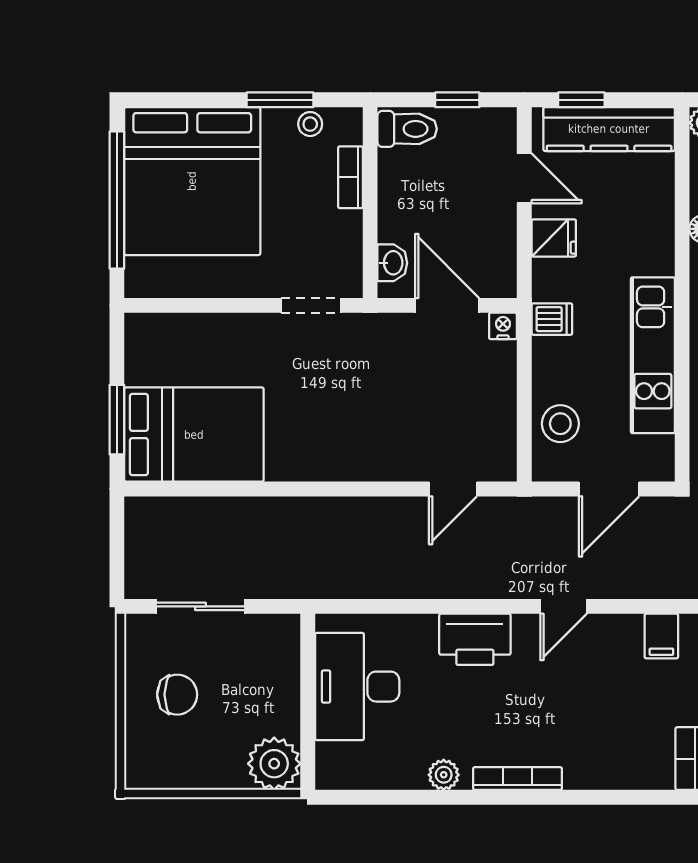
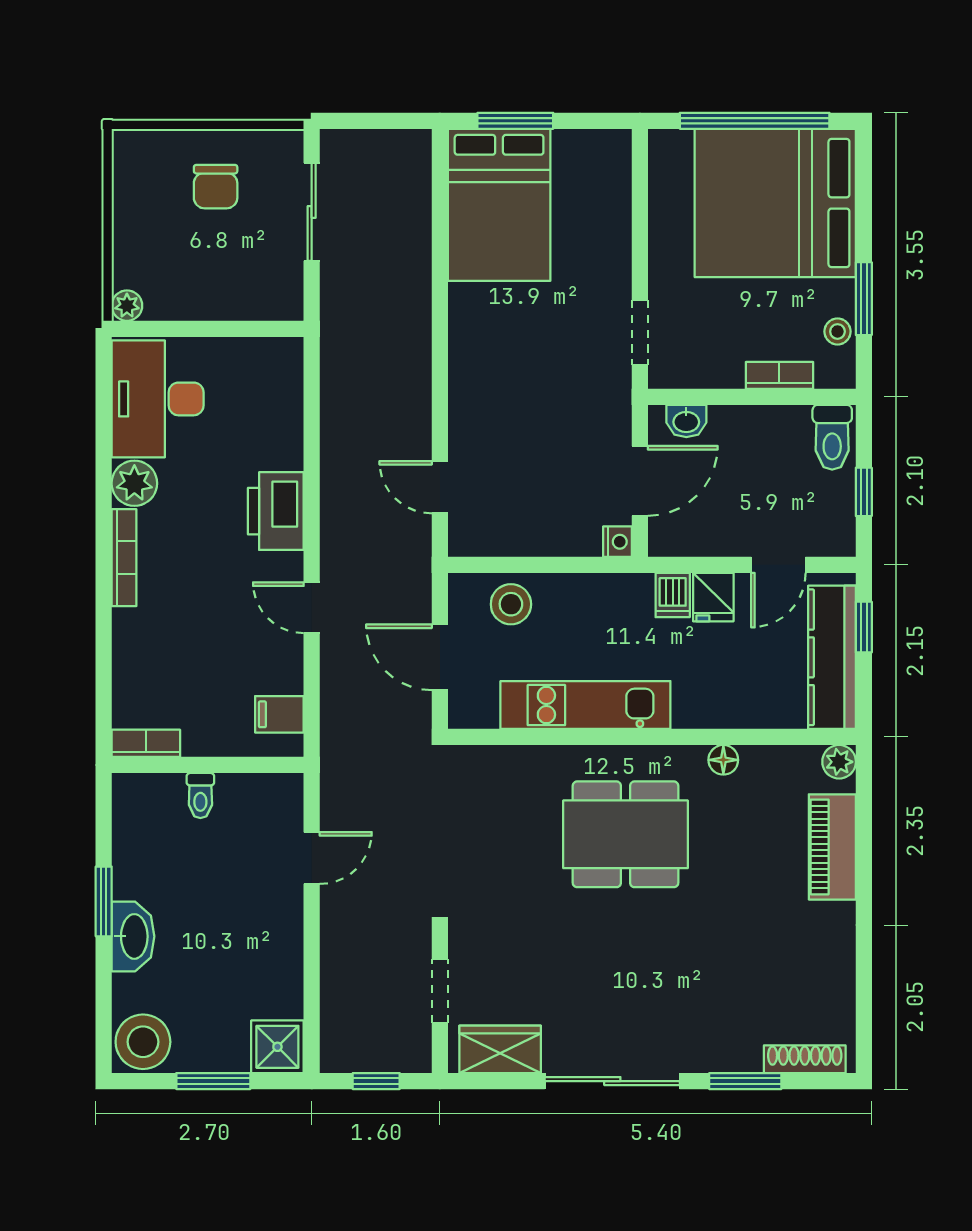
dishwasher: (552, 319) -> (673, 595), moved
desk: (357, 687) -> (158, 399), moved, turned -90
plant: (274, 764) -> (127, 306), width x0.53, depth x0.53
plant: (444, 775) -> (134, 483), width x1.38, depth x1.38

